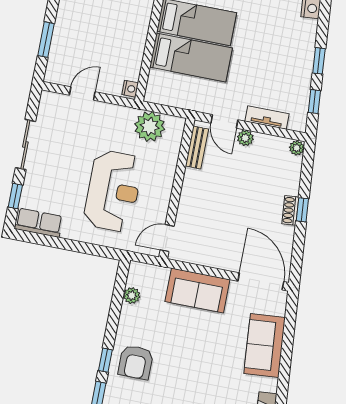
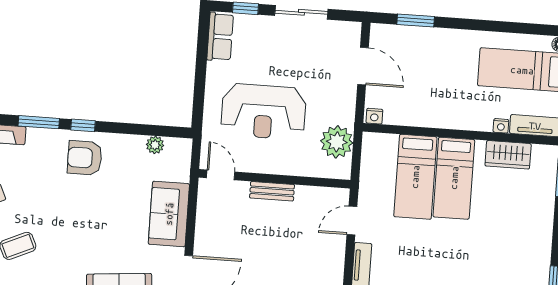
door: (82, 93) -> (363, 66), width x1.38
plant: (245, 138) -> (337, 245), removed
bench: (197, 147) -> (272, 191), moved

